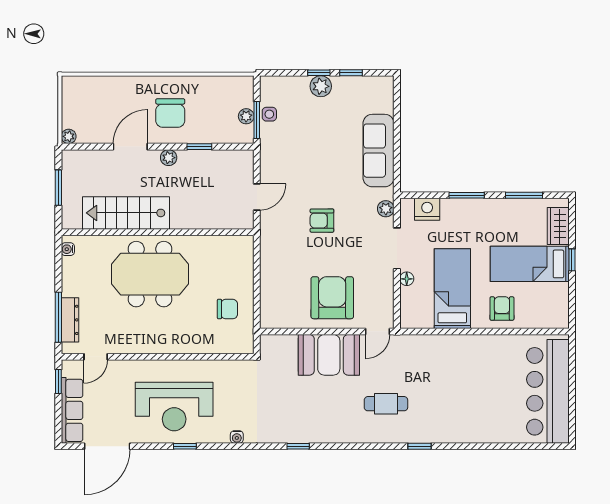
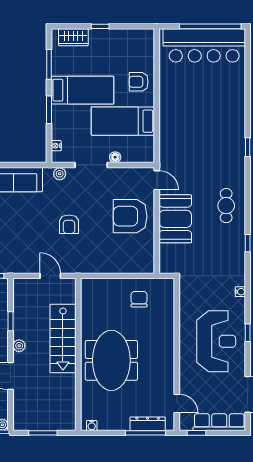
nightstand: (427, 209) -> (56, 146), width x0.53, depth x0.56
stairs: (126, 213) -> (63, 339), moved
bed: (530, 264) -> (82, 90), moved, turned -90
window: (572, 399) -> (210, 26), added
cafe table: (386, 404) -> (226, 206), moved

